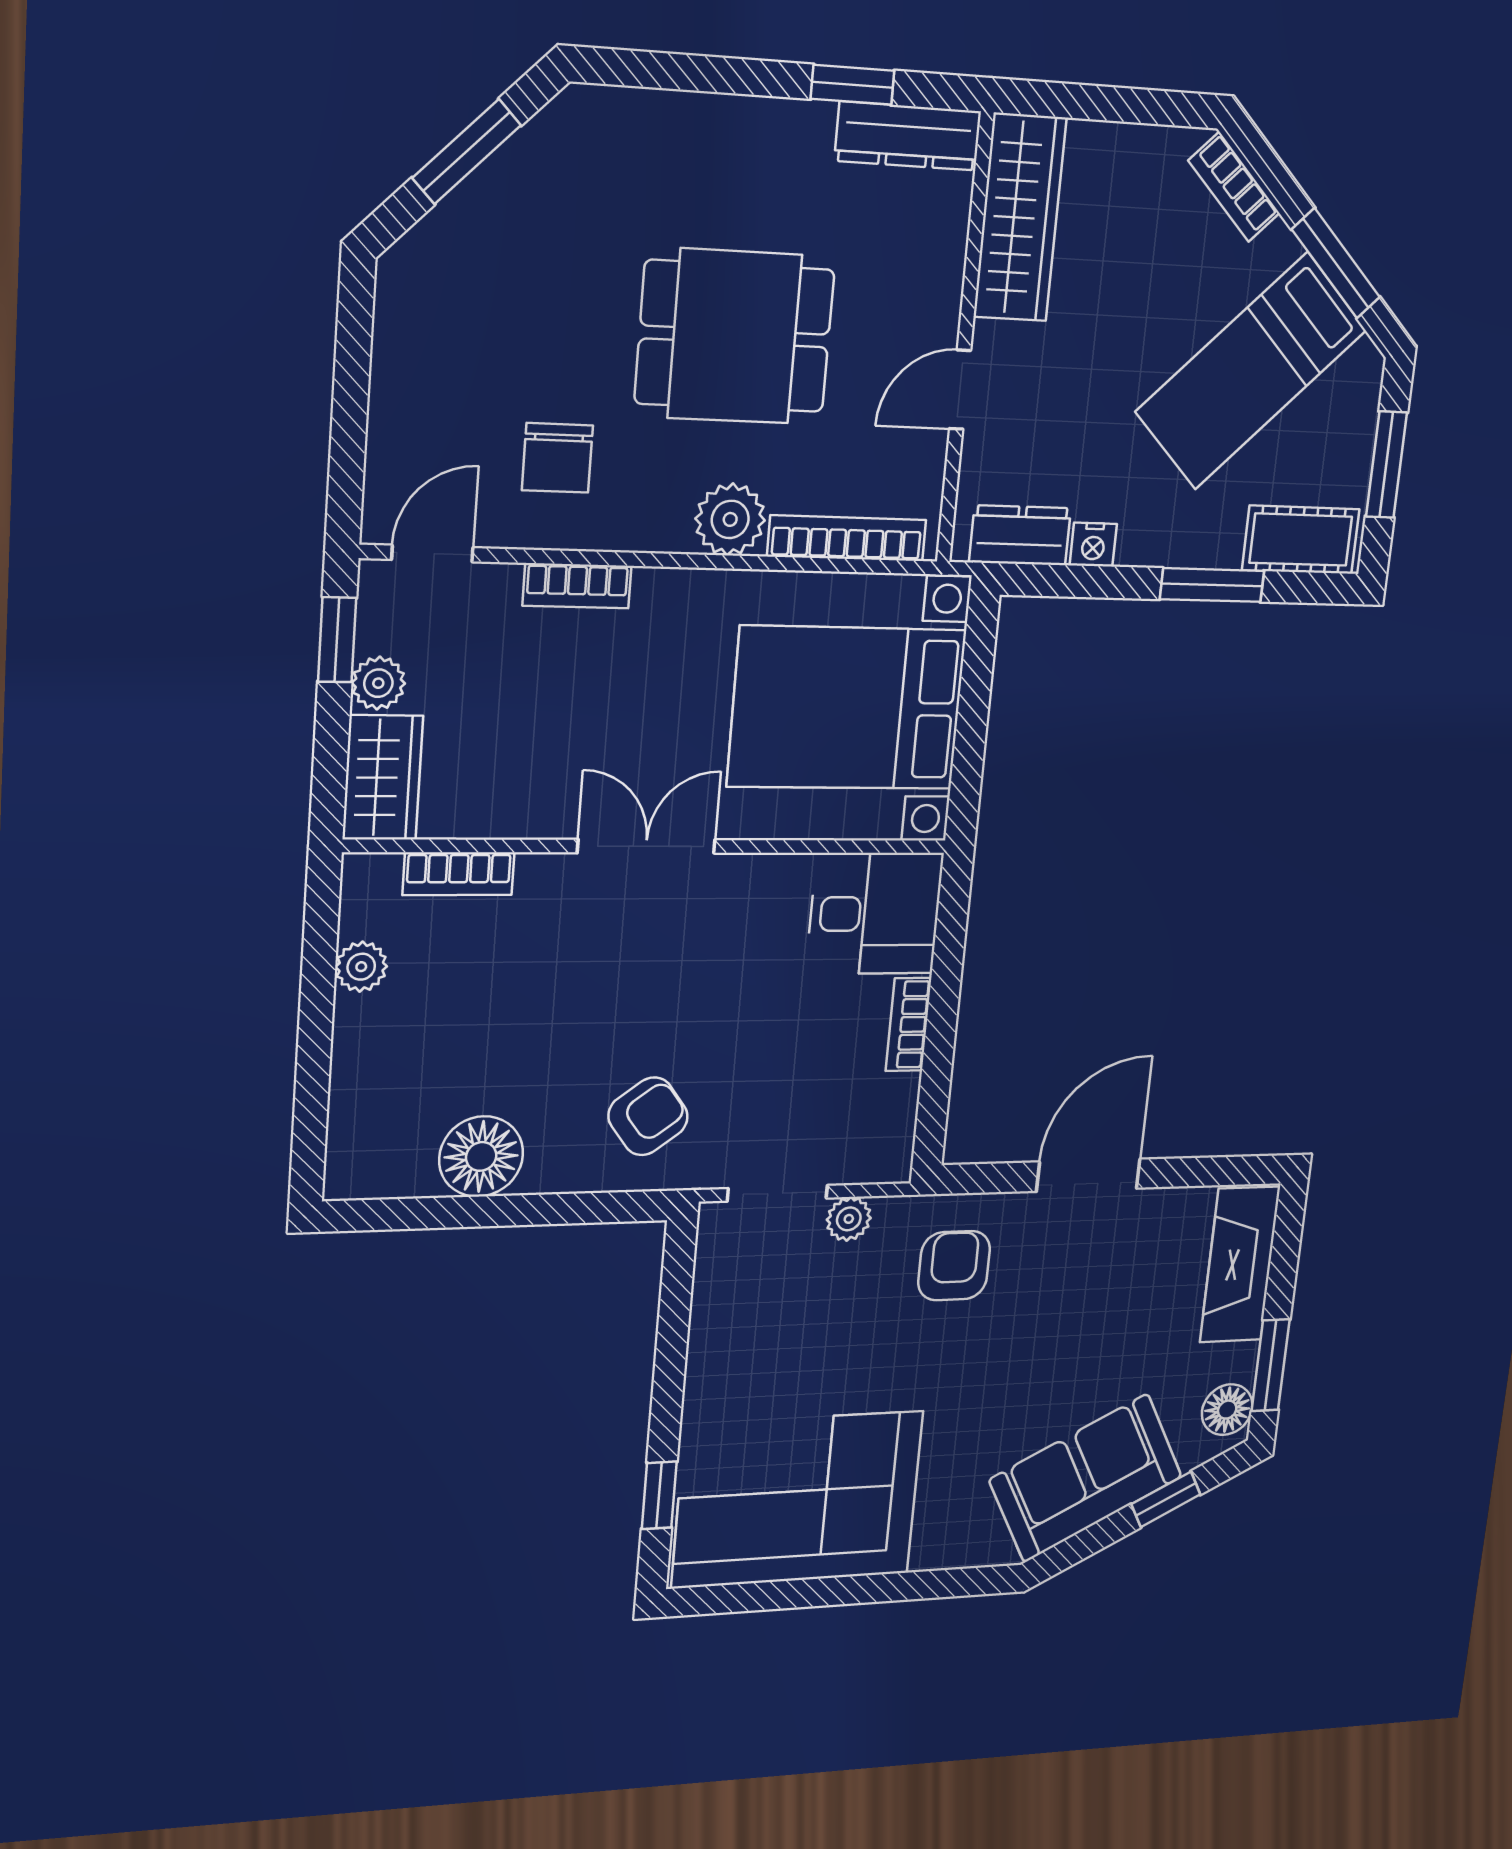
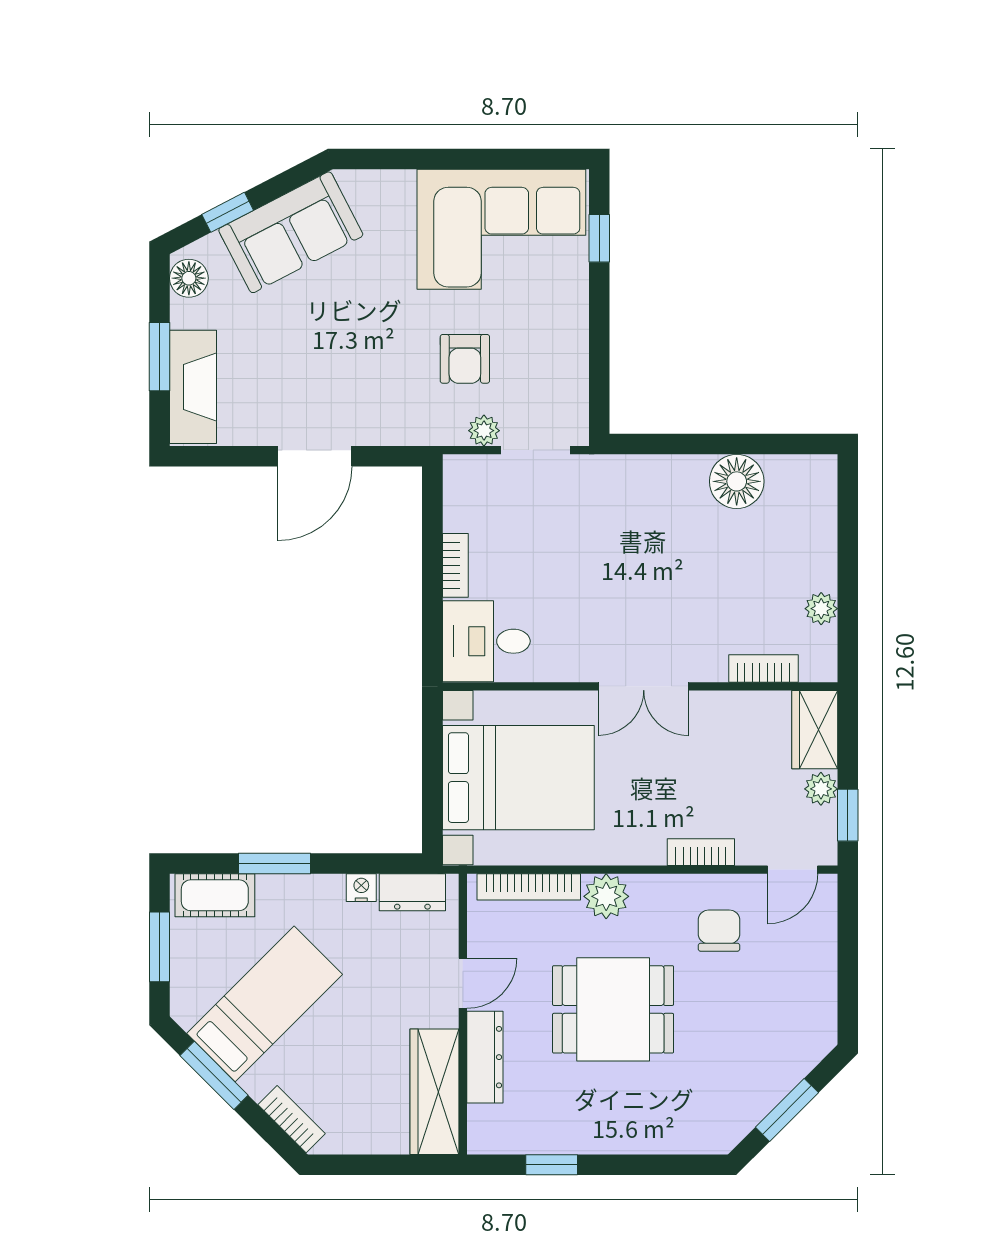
dresser: (908, 136) -> (485, 1057), moved, turned 90
armchair: (648, 1116) -> (628, 506), removed
armchair: (954, 1266) -> (465, 359), moved
window: (1271, 1365) -> (160, 357), moved

